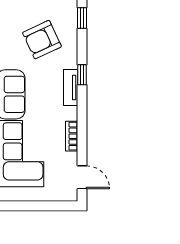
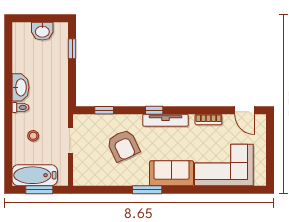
tv unit: (71, 88) -> (166, 120), width x1.41
door: (82, 177) -> (245, 110), swing flipped

